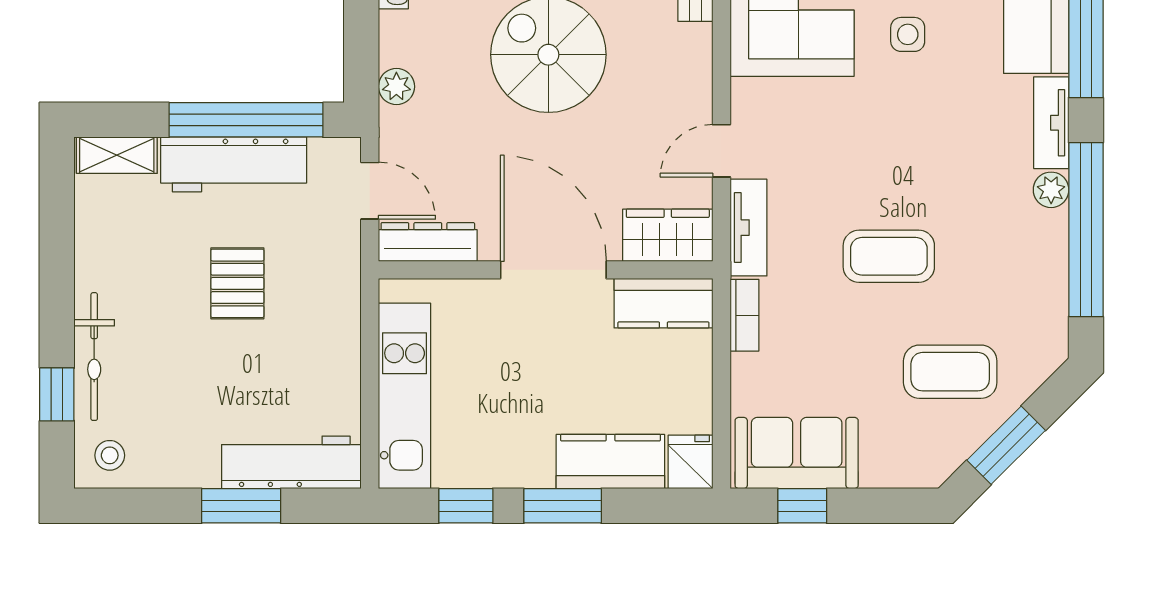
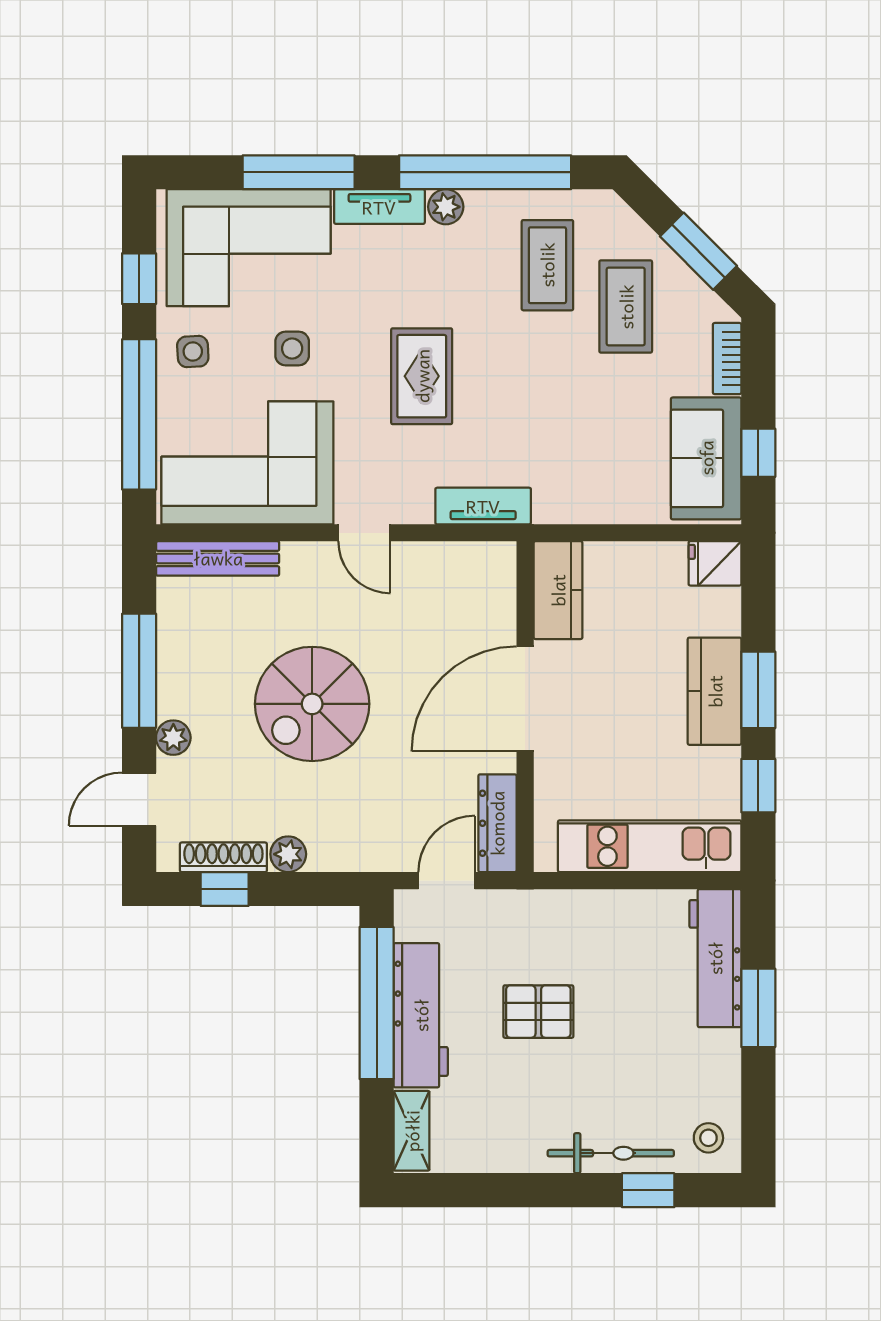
plant: (396, 87) -> (288, 854), moved
door: (721, 151) -> (364, 533), moved
rug: (880, 165) -> (422, 376), added
wardrobe: (668, 235) -> (491, 586), removed
coffee table: (889, 256) -> (547, 265), moved
bookcase: (744, 315) -> (727, 359), moved, turned -90
kitchen counter: (610, 462) -> (715, 691), moved

